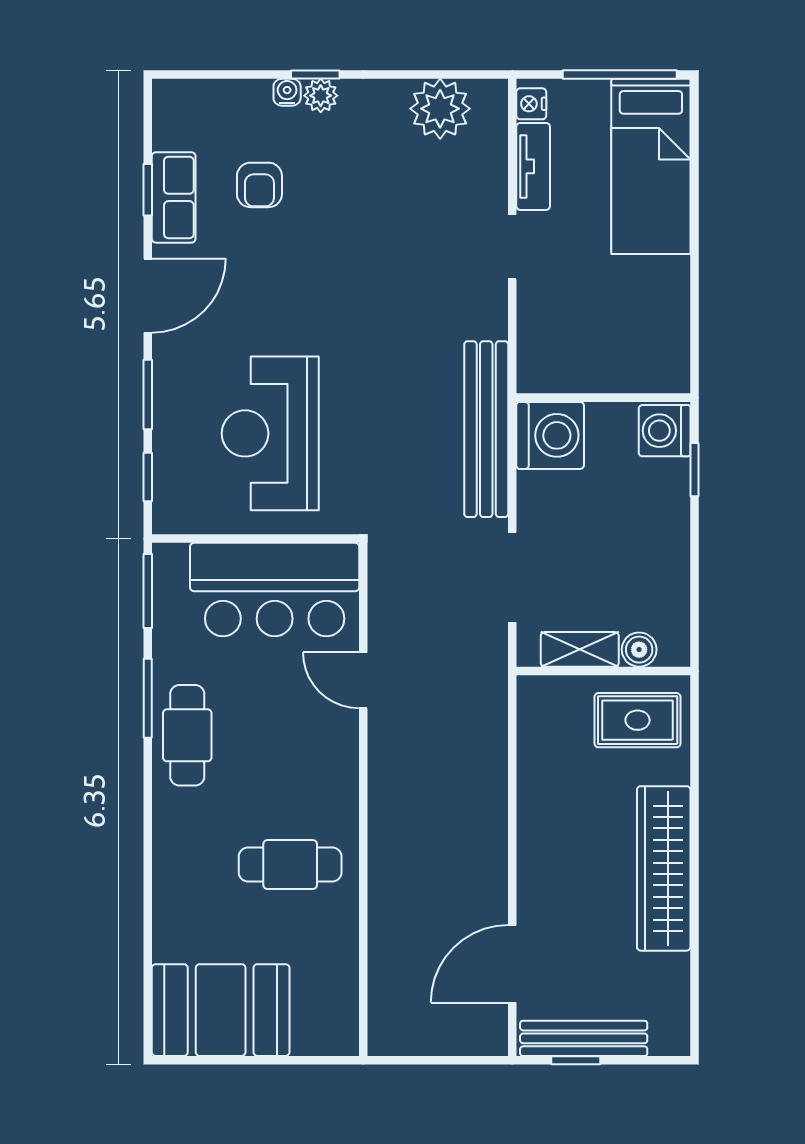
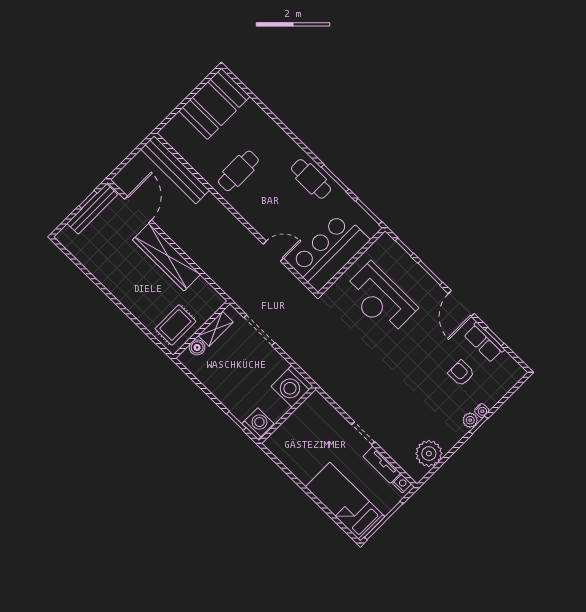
bench: (486, 429) -> (175, 170), moved
reception desk: (270, 433) -> (380, 299), turned 180
wardrobe: (664, 868) -> (166, 257), moved, turned 180

